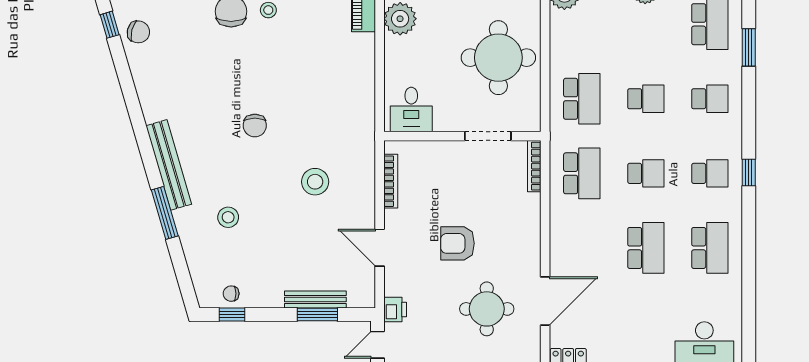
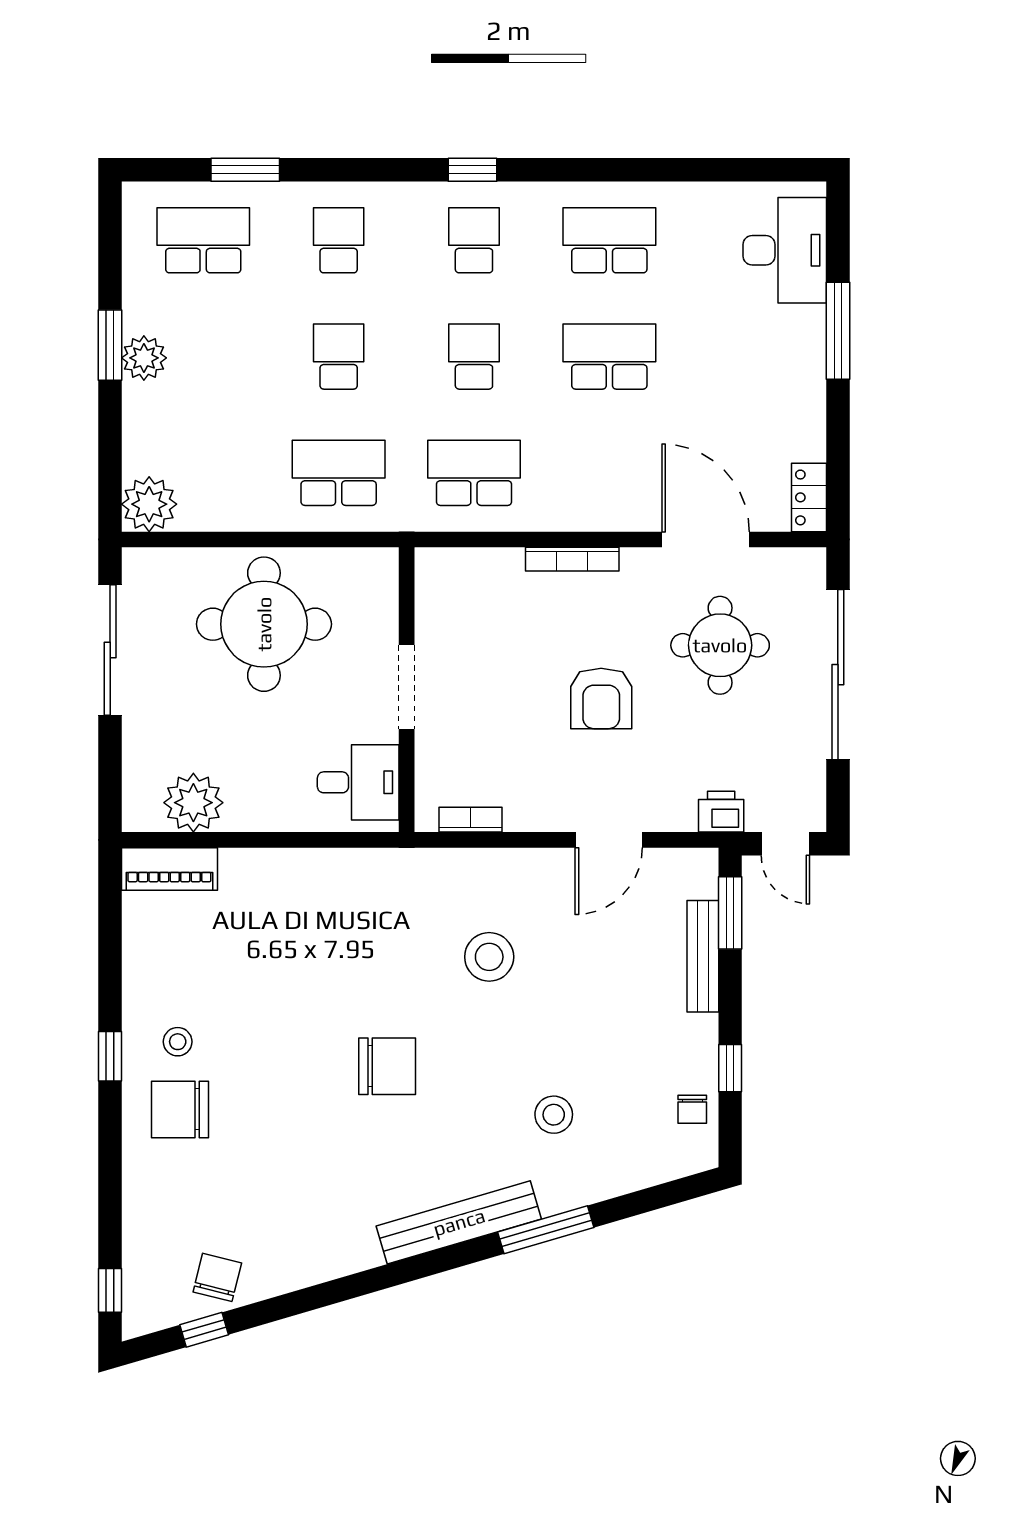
chair: (255, 126) -> (387, 1066), width x1.37, depth x1.37
doorway: (488, 136) -> (407, 687), moved
bookcase: (534, 166) -> (572, 559), moved
bookcase: (391, 181) -> (471, 820), width x0.64
window: (232, 314) -> (730, 1068), moved
window: (317, 314) -> (730, 913), moved

